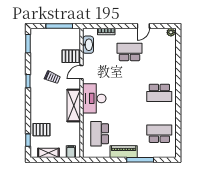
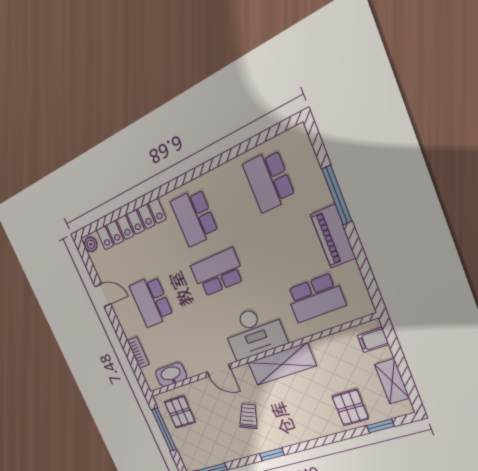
pallet: (71, 56) -> (180, 412), moved
locker: (170, 59) -> (131, 225), added
school desk: (129, 93) -> (218, 273), added
school desk: (159, 93) -> (194, 217), turned 180

